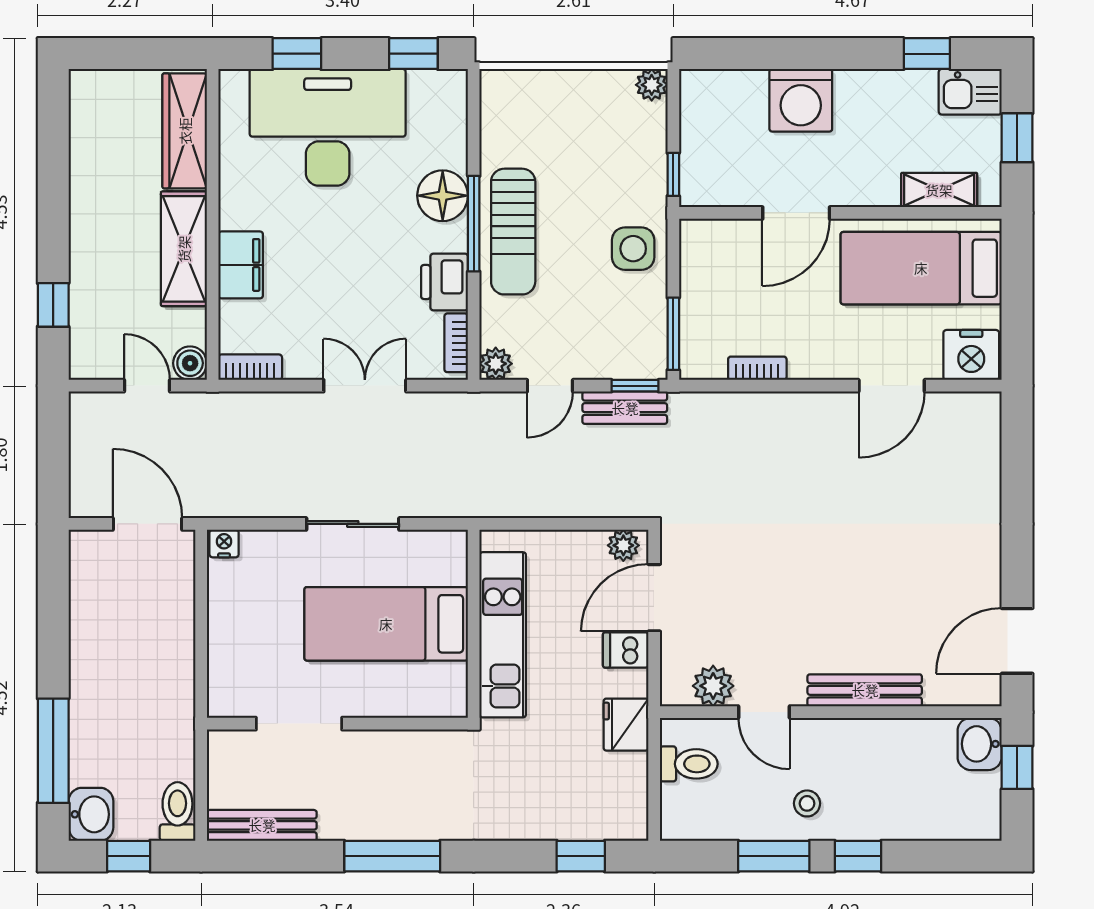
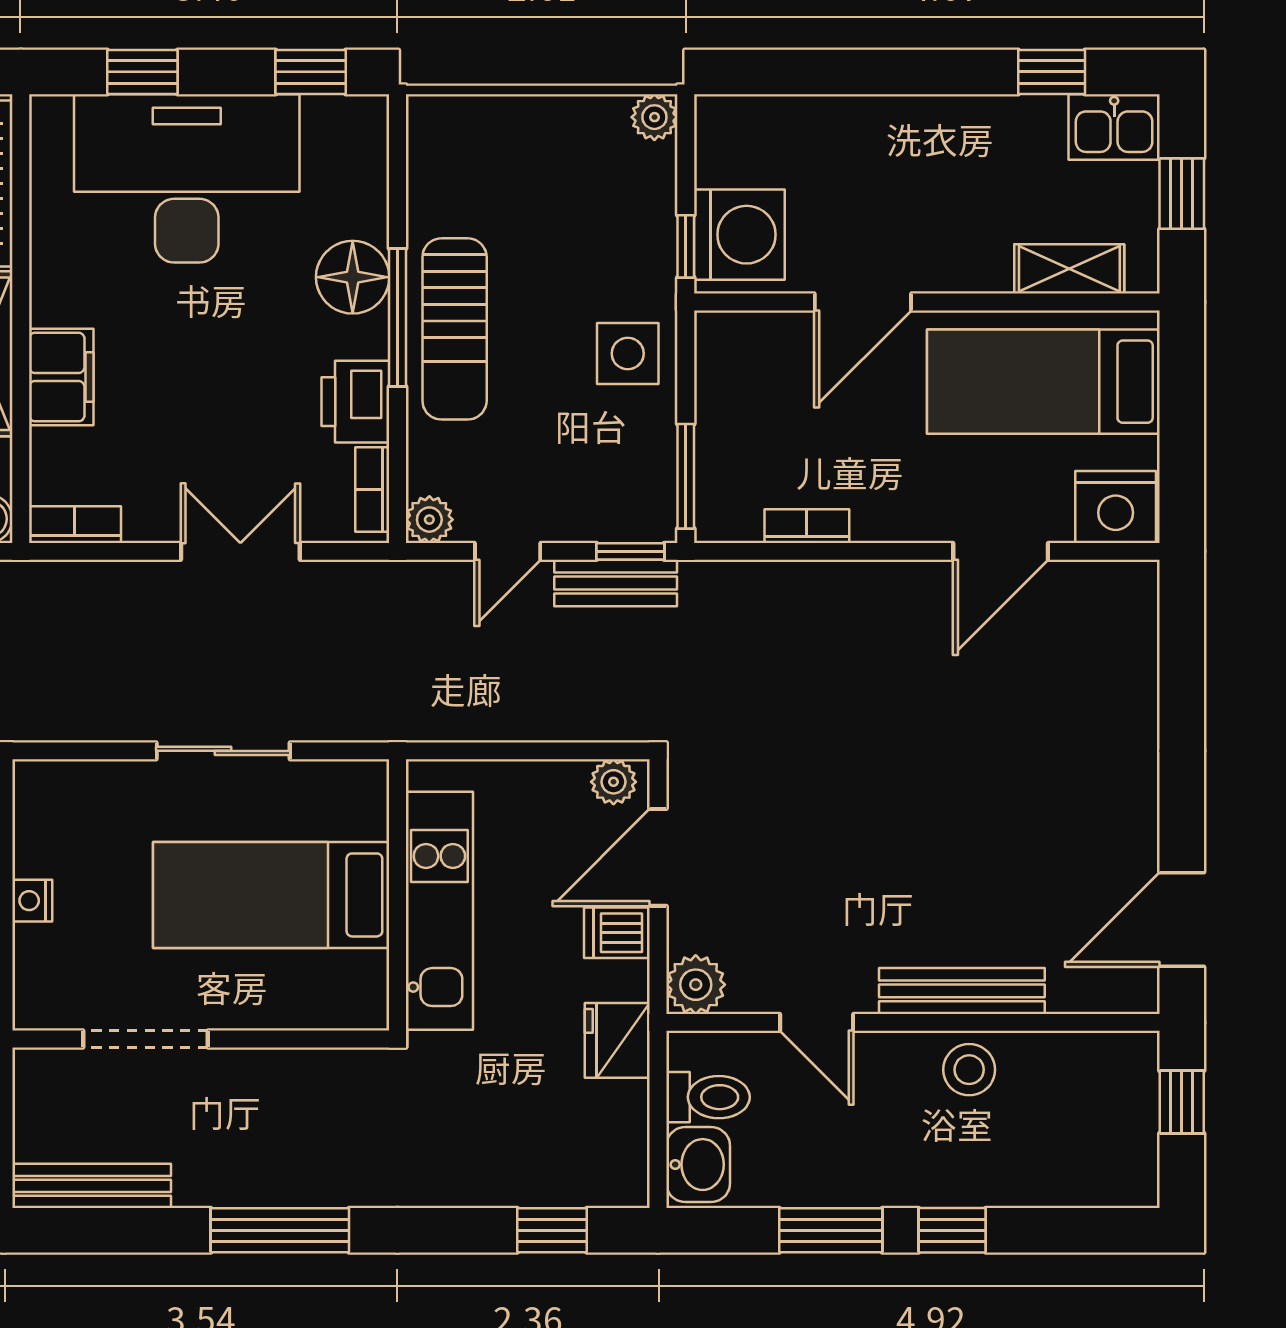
washing machine: (801, 100) -> (739, 235), moved, turned -90
nightstand: (224, 544) -> (32, 901), moved, turned -90
plant: (713, 686) -> (696, 985), moved
washbasin: (980, 744) -> (698, 1165), moved, turned 180
stool: (807, 803) -> (969, 1070), moved, width x1.37, depth x1.37

